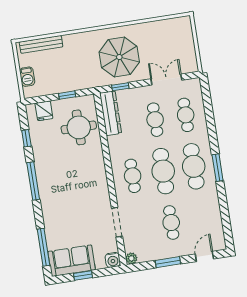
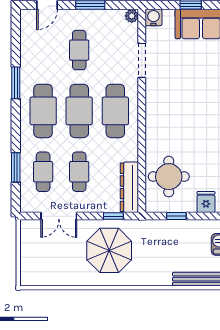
window: (209, 115) -> (16, 167), added
window: (218, 168) -> (16, 83), moved
cafe table: (133, 176) -> (115, 111), width x1.37, depth x1.35

